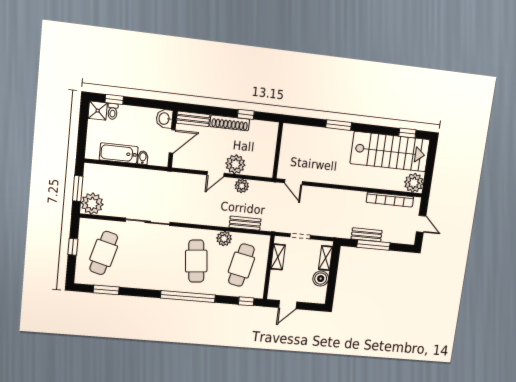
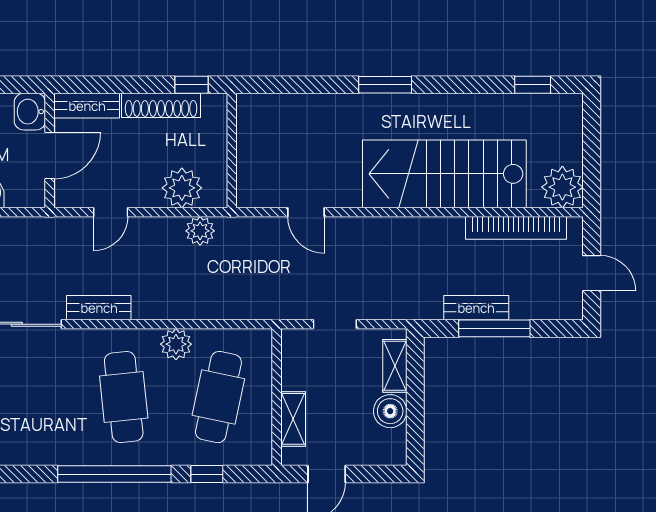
wall: (278, 151) -> (232, 151), moved
stairs: (390, 152) -> (444, 174), moved, turned 180
door: (216, 174) -> (111, 212), moved
bench: (245, 223) -> (99, 308), moved
shelving: (278, 257) -> (293, 419), moved
window: (246, 301) -> (207, 474), moved

